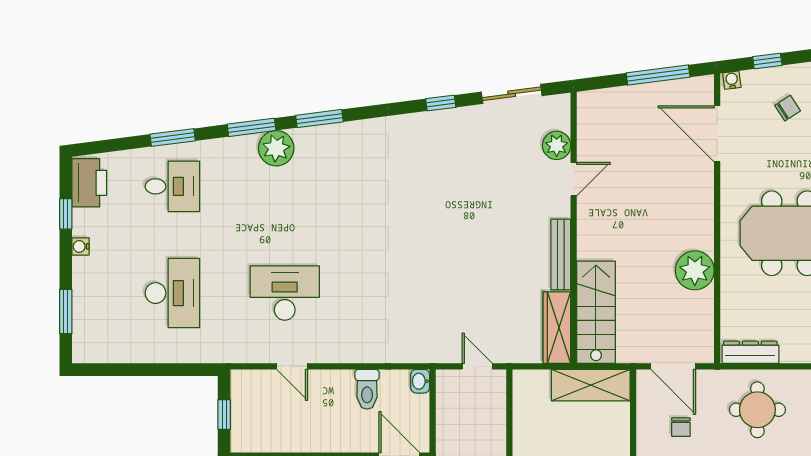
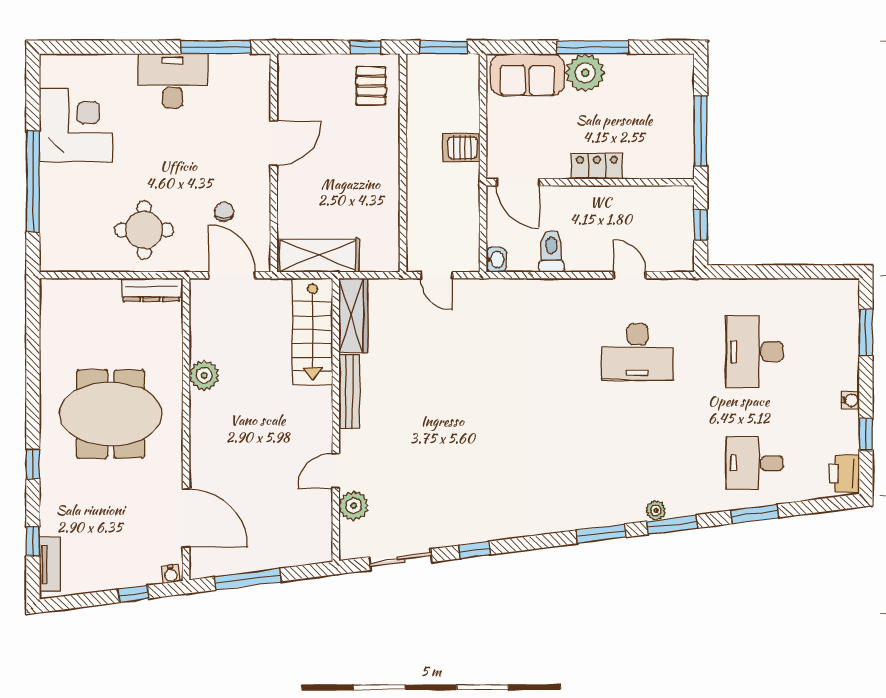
chair: (788, 108) -> (113, 545), removed
plant: (276, 148) -> (656, 510), width x0.53, depth x0.53
printer: (89, 183) -> (844, 474), width x0.73, depth x0.84
plant: (695, 270) -> (204, 375), width x0.73, depth x0.73

